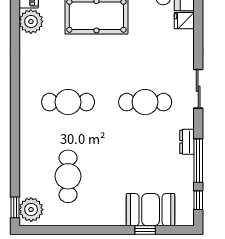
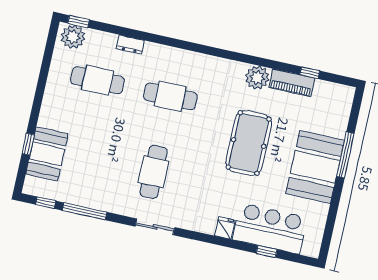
cafe table: (68, 102) -> (170, 96), turned 90
dresser: (187, 142) -> (130, 45), moved, turned 180

